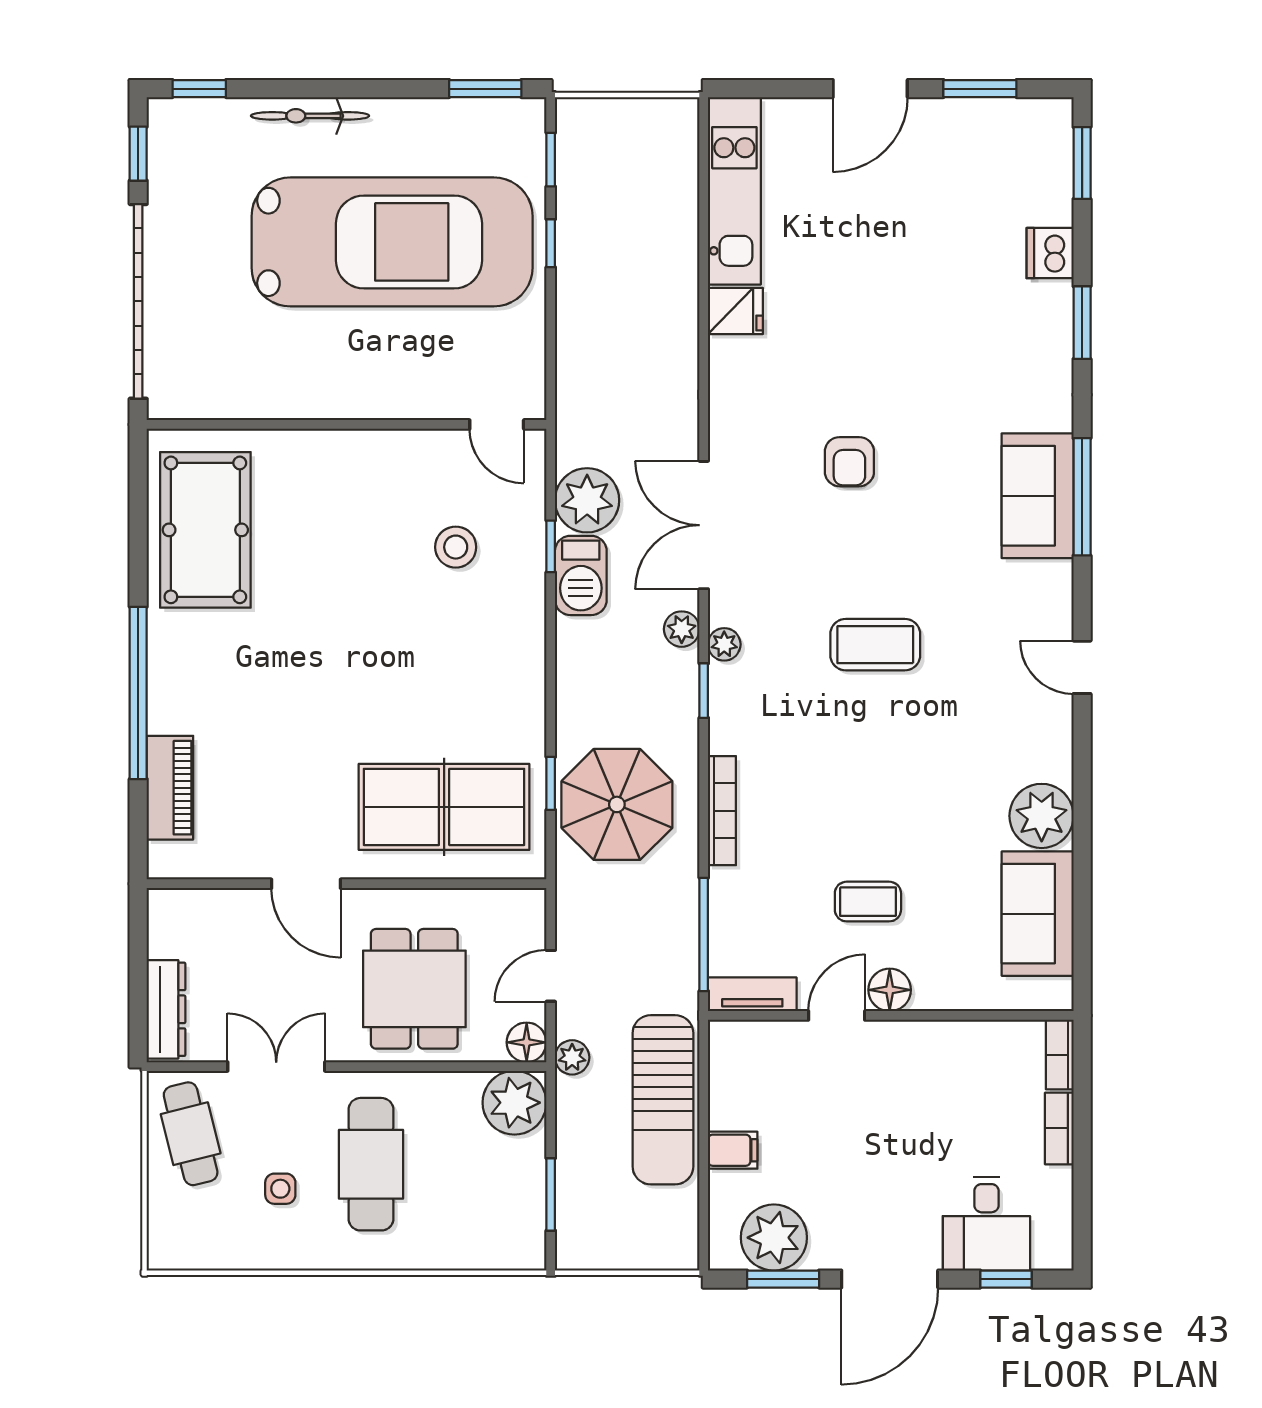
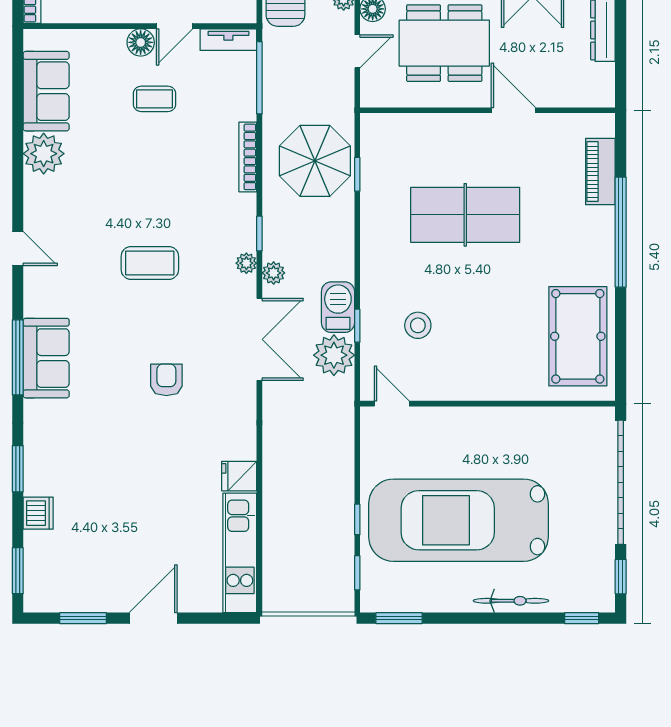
table tennis table: (444, 807) -> (465, 215), moved
dining table: (414, 989) -> (444, 43), width x1.38

